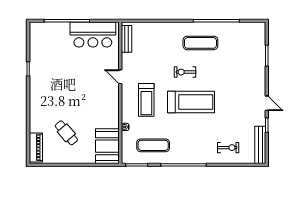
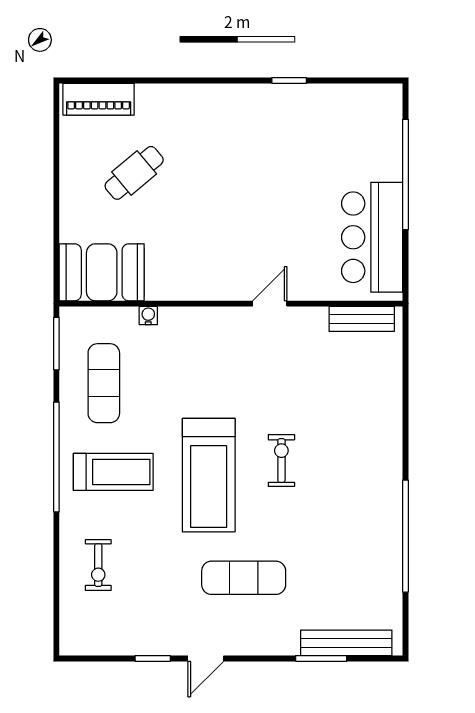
exercise mat: (200, 43) -> (244, 578), moved, turned 90
treadmill: (146, 100) -> (113, 472), moved, turned 180
bench: (260, 145) -> (346, 643), moved

